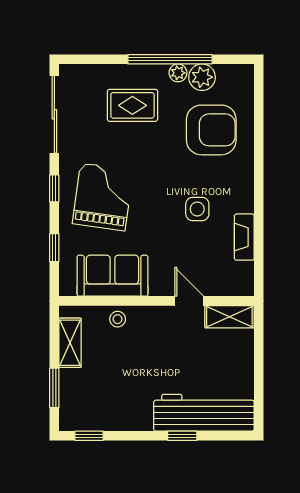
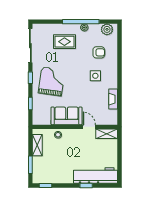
plant: (202, 77) -> (107, 29), moved
armchair: (211, 130) -> (99, 52), width x0.53, depth x0.53
side table: (197, 209) -> (95, 76), moved
sofa: (112, 276) -> (67, 116), moved

